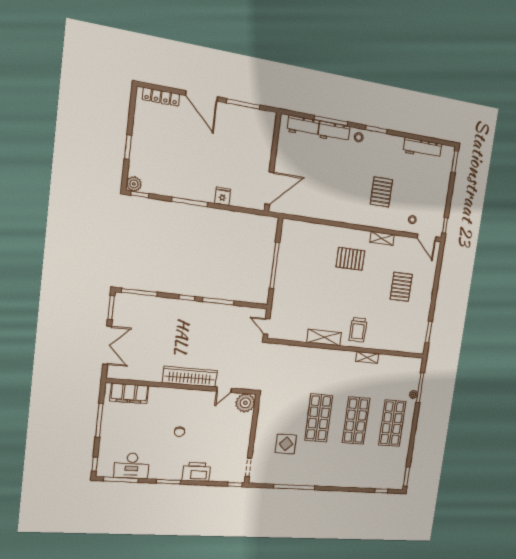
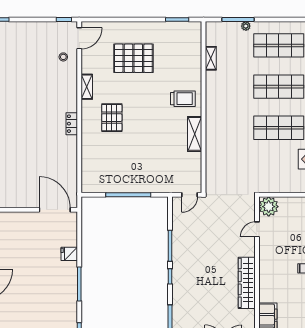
pallet: (381, 192) -> (41, 95), removed
locker: (350, 218) -> (72, 124), added
pallet: (401, 287) -> (133, 58), width x1.37, depth x1.41
shelving: (367, 357) -> (211, 58), moved
wardrobe: (190, 377) -> (247, 283), moved
door: (224, 390) -> (257, 229), swing flipped

